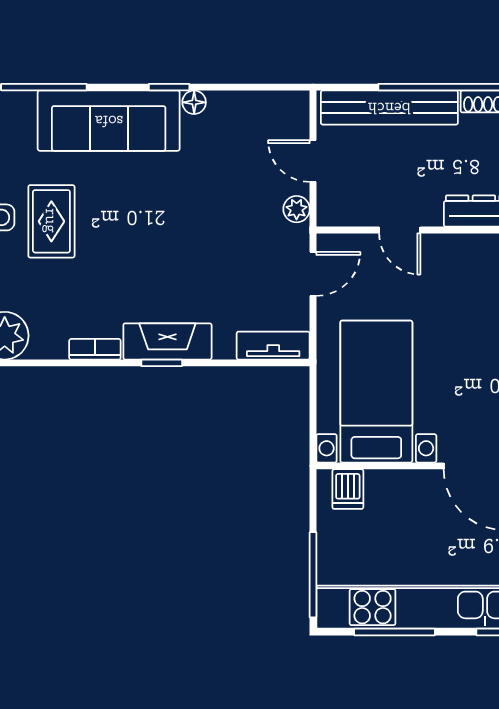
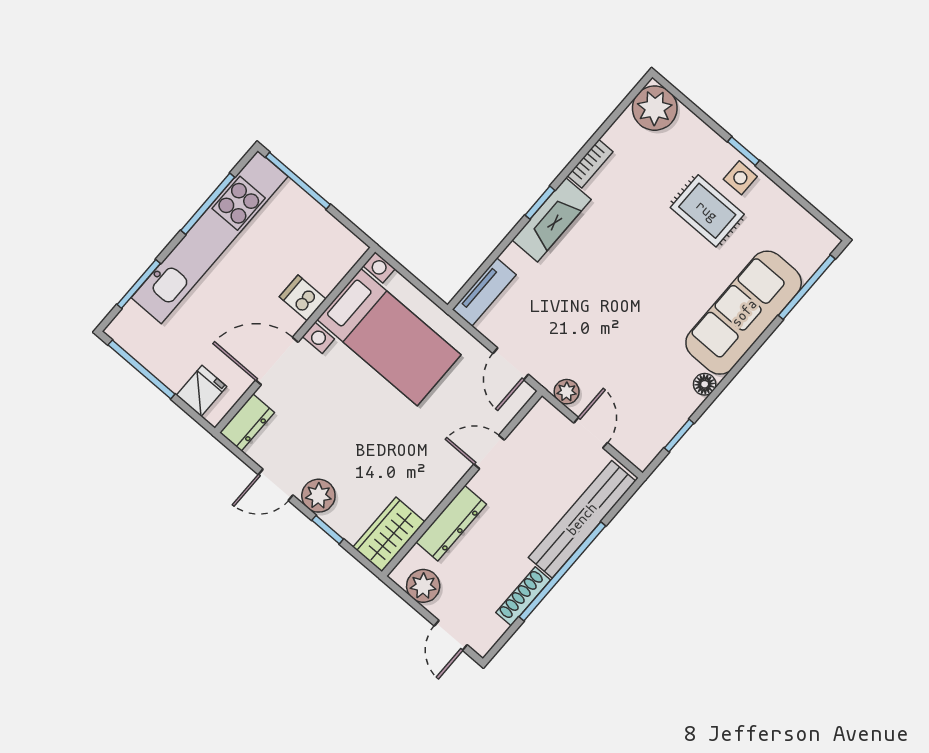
window: (169, 87) -> (679, 436), moved
door: (313, 161) -> (591, 433), hinge flipped
dishwasher: (348, 489) -> (303, 298), moved

